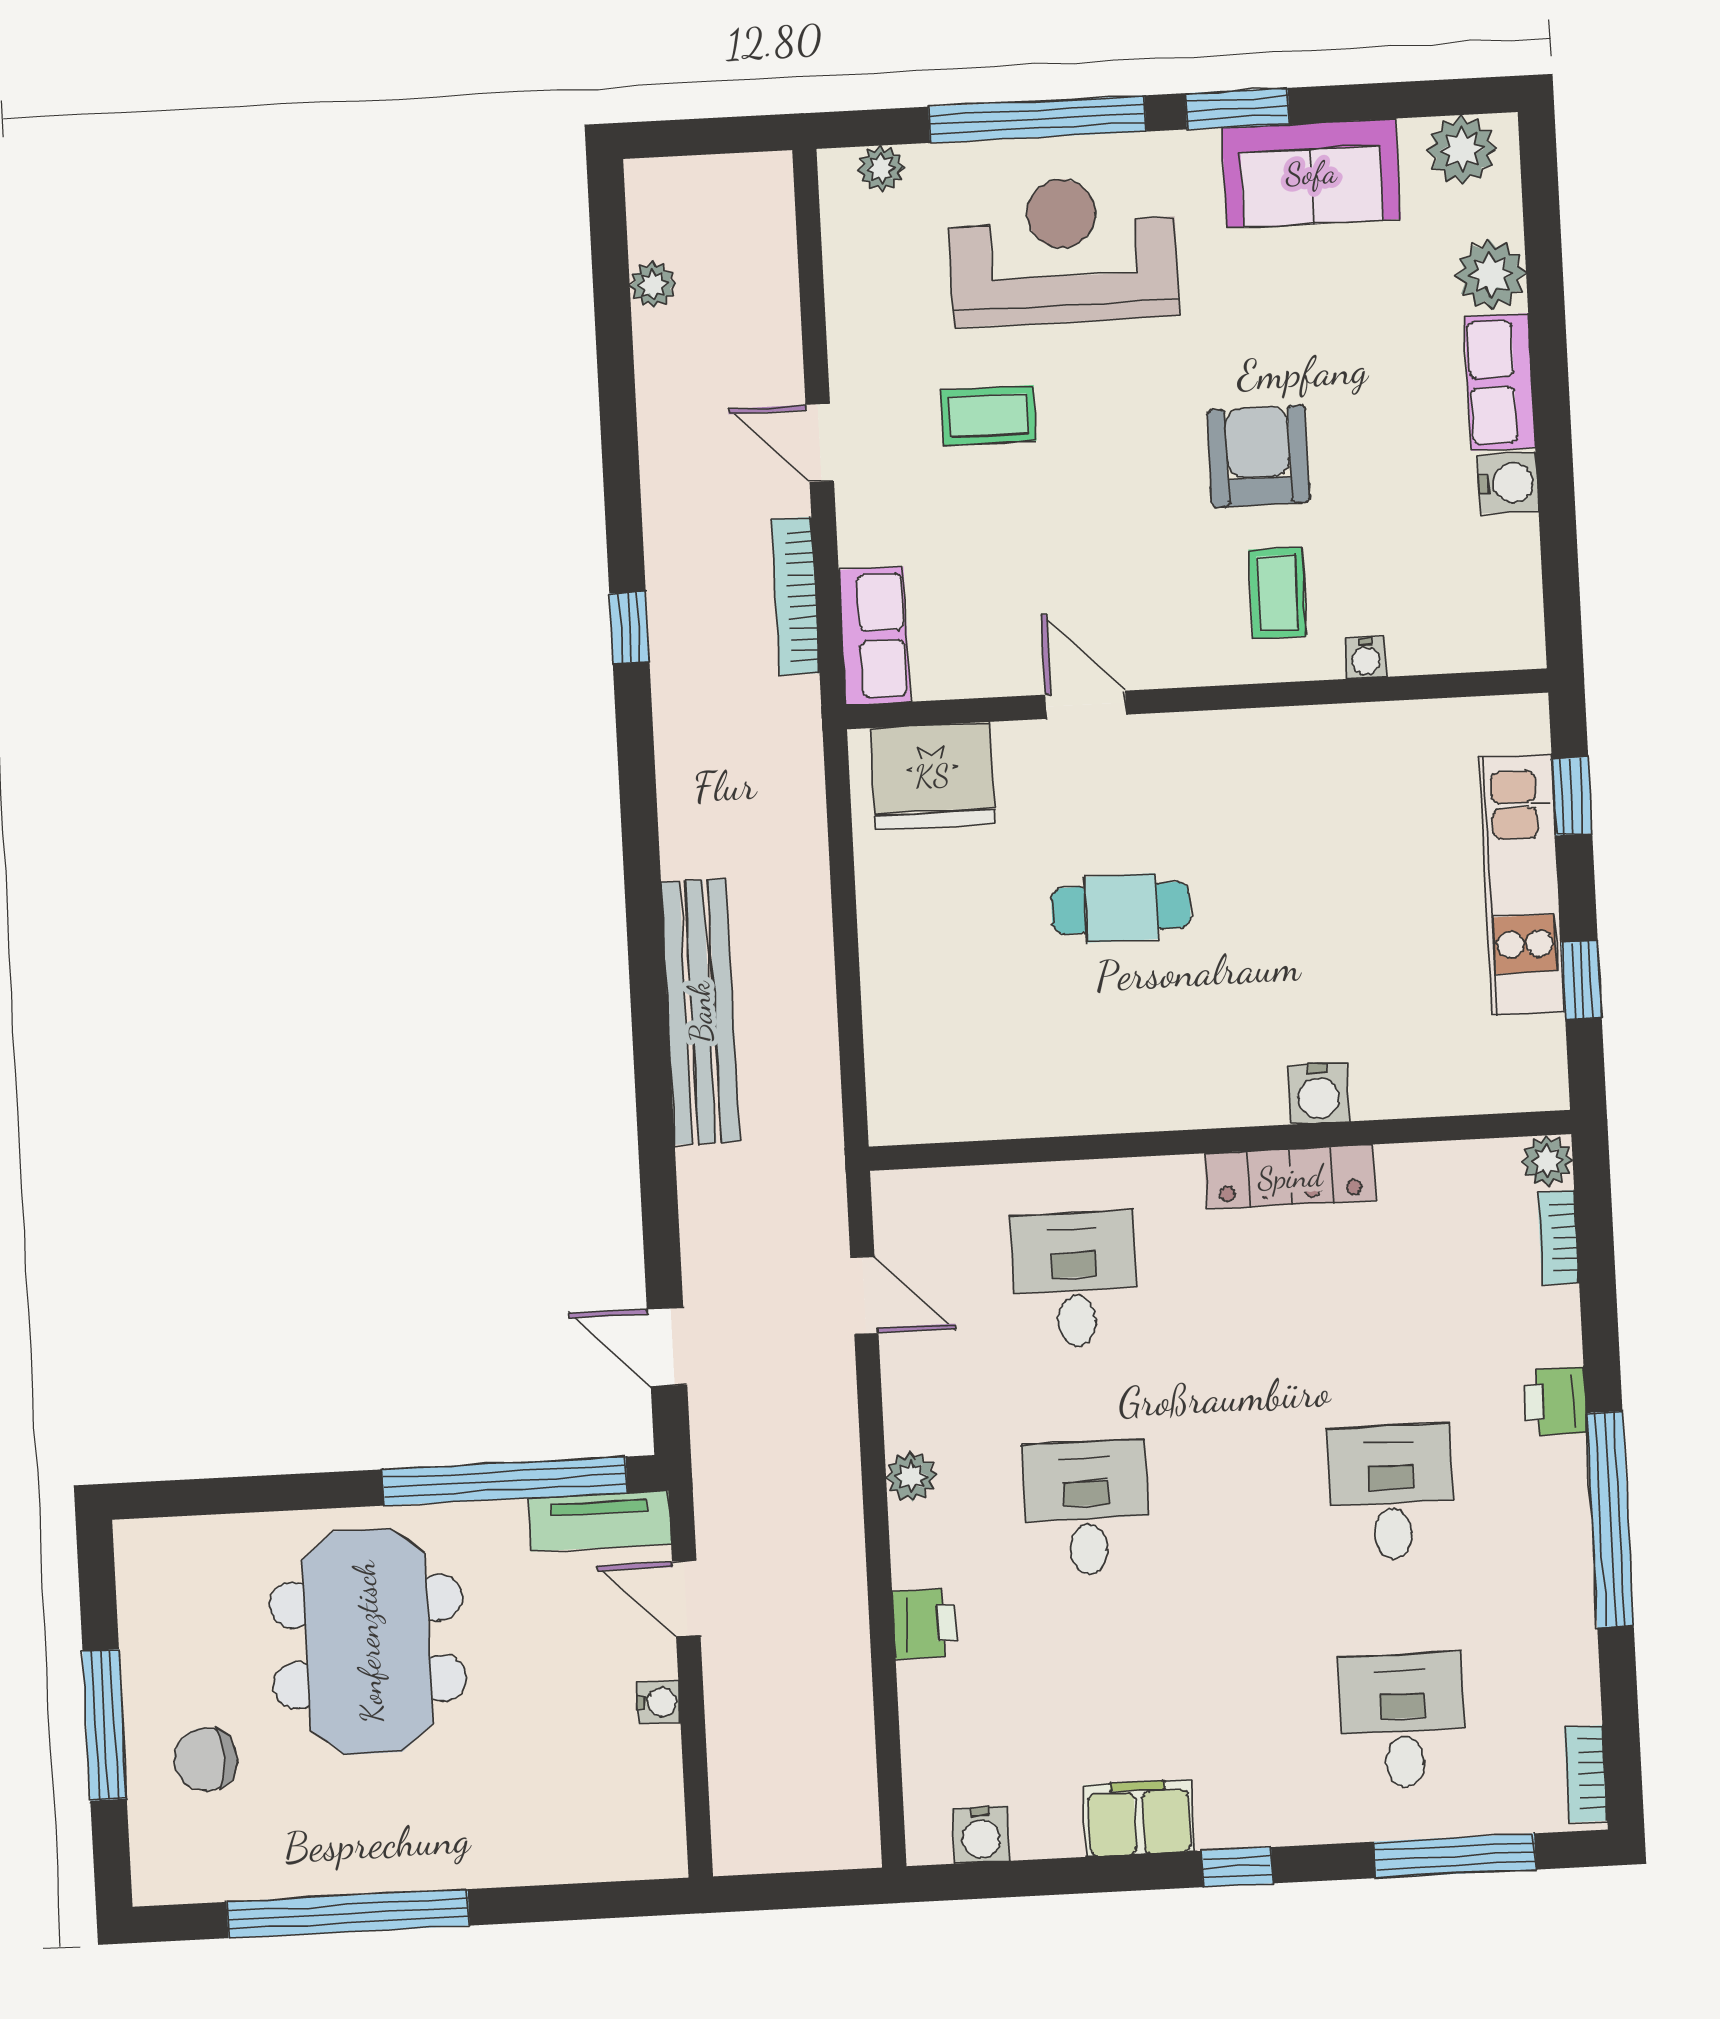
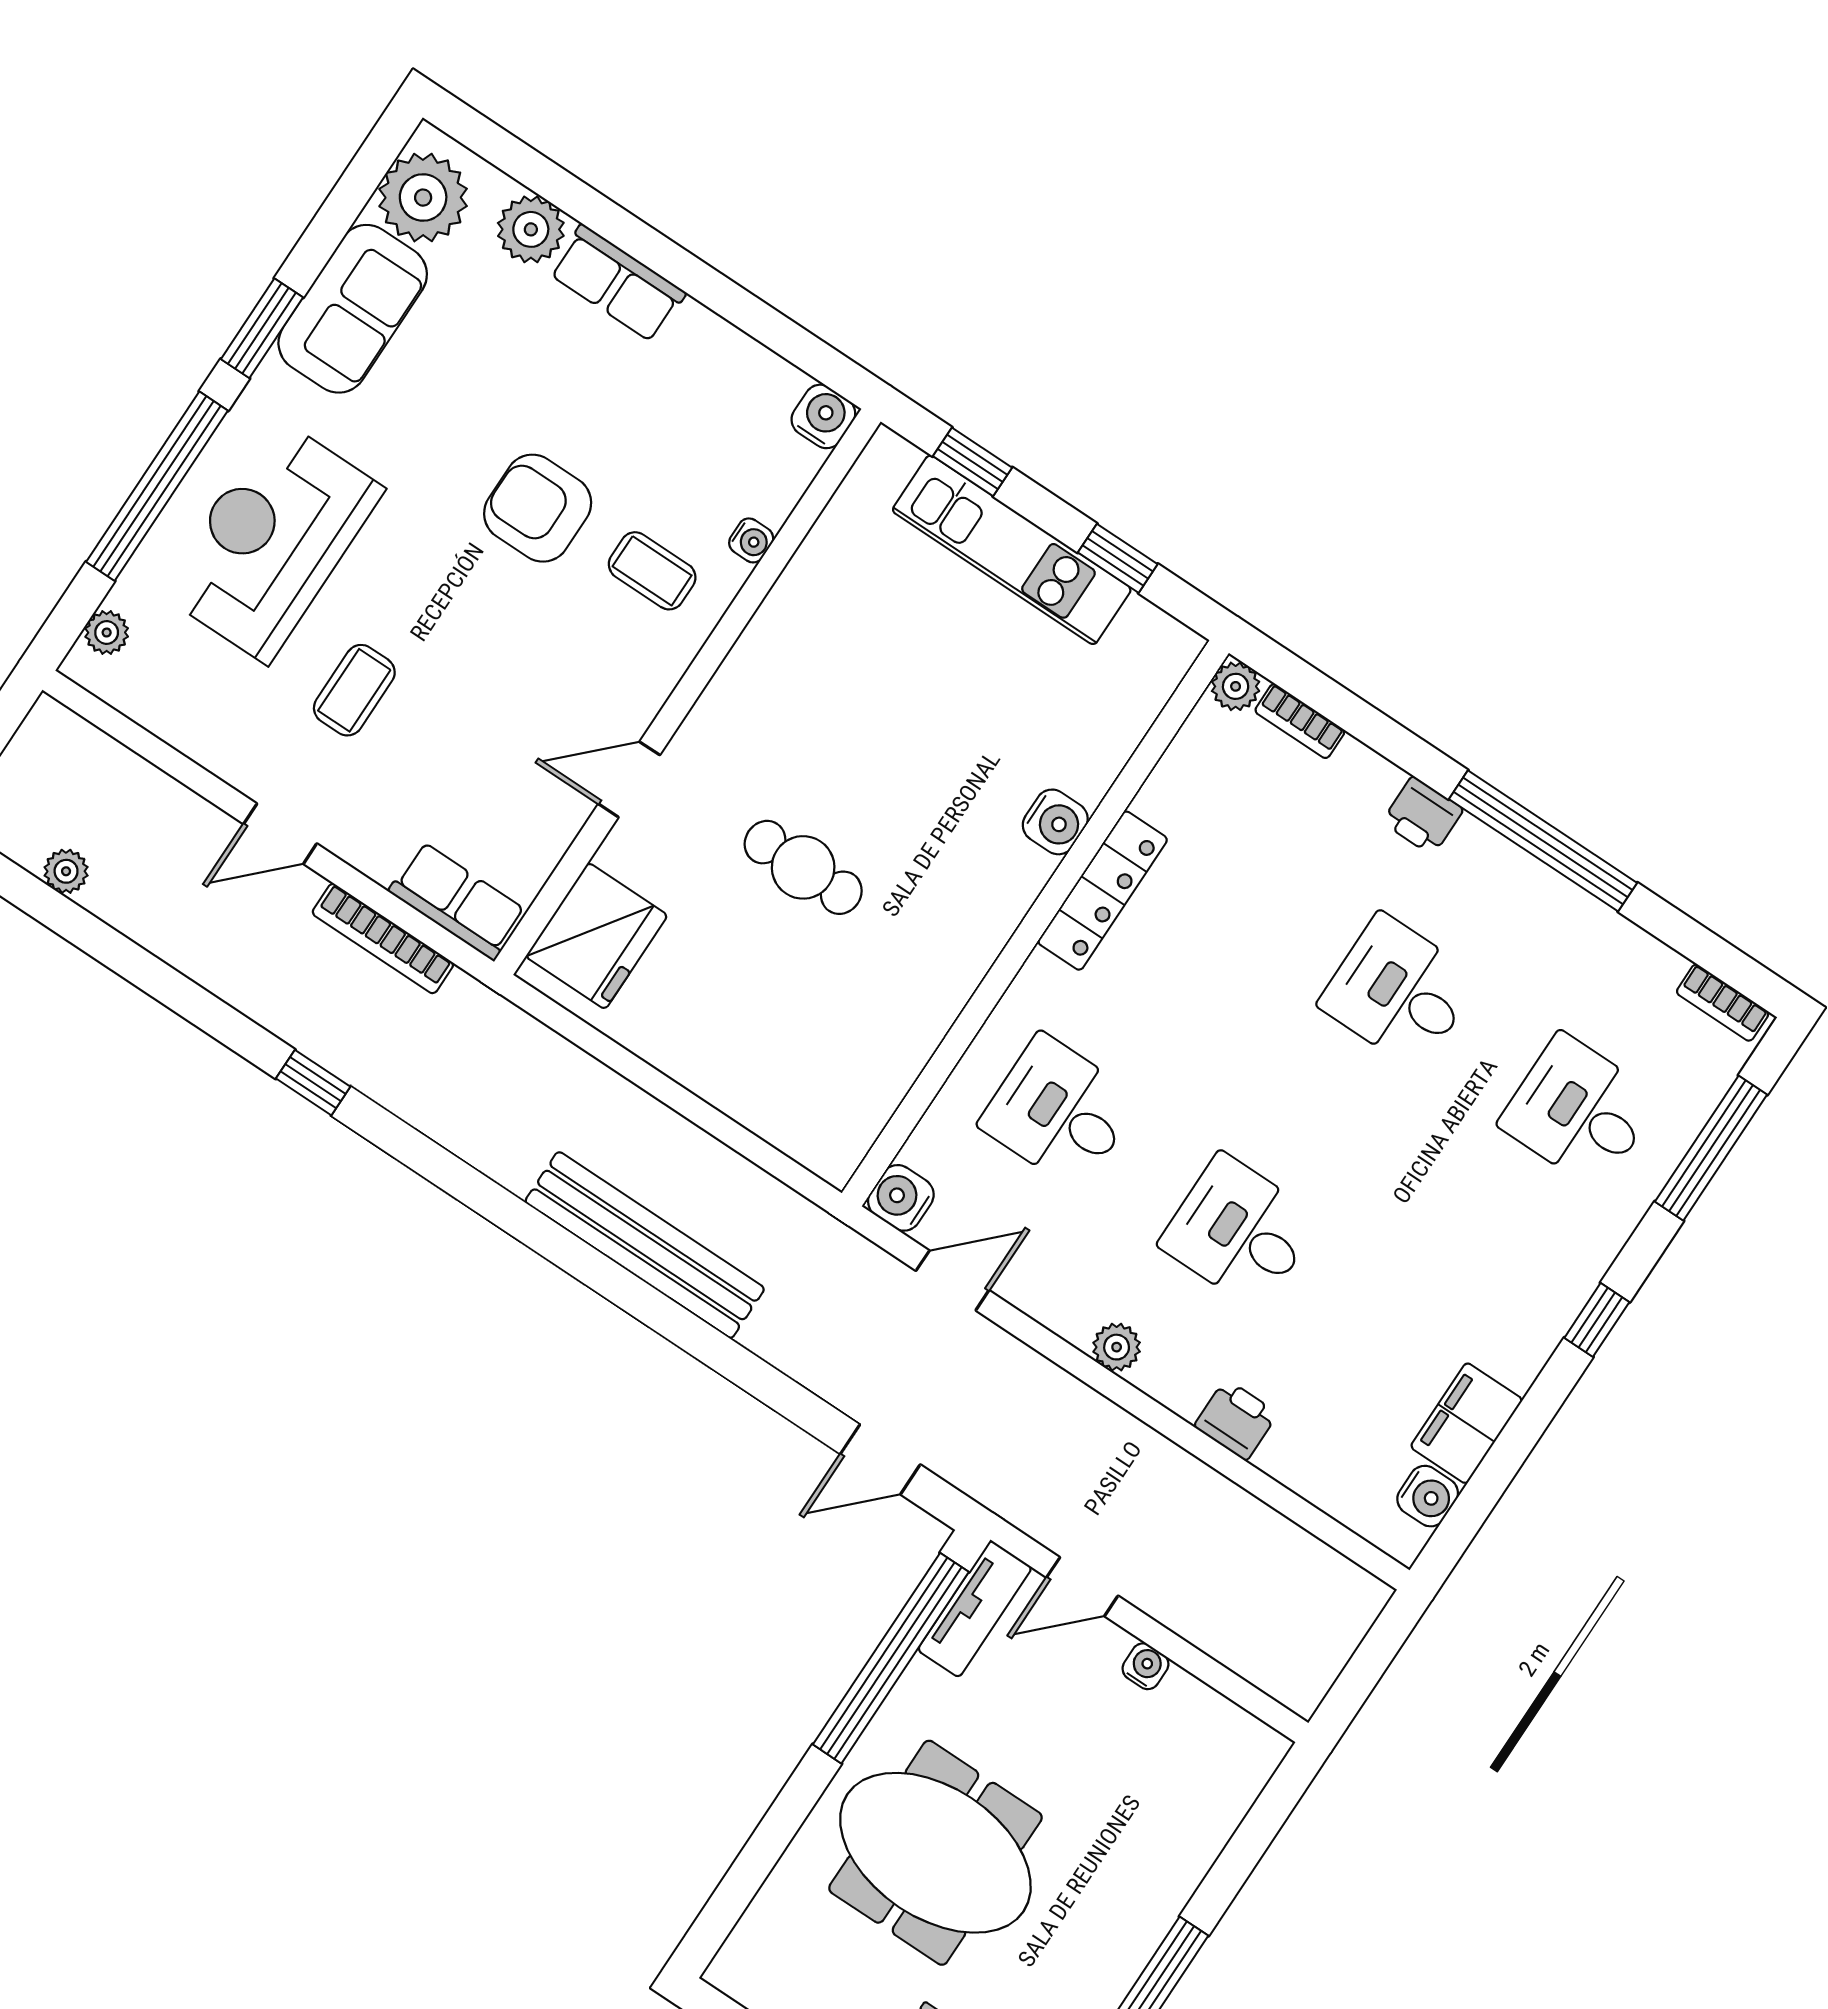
plant: (1462, 150) -> (423, 198), width x1.36, depth x1.36
water cooler: (1508, 483) -> (823, 416), moved
cafe table: (1121, 908) -> (803, 867), turned 90
water cooler: (902, 1199) -> (901, 1198), added
filing cabinet: (1139, 1818) -> (1466, 1423), moved

